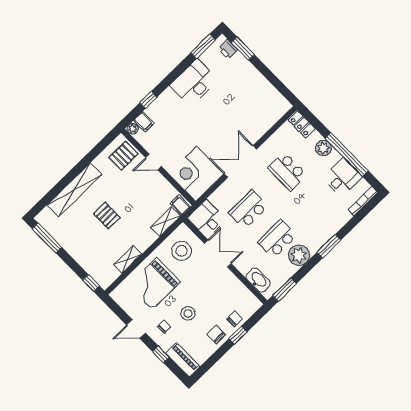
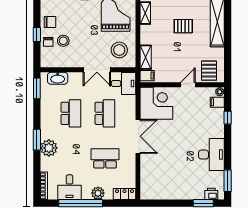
plant: (299, 255) -> (49, 148), moved
stool: (188, 313) -> (63, 41), moved

